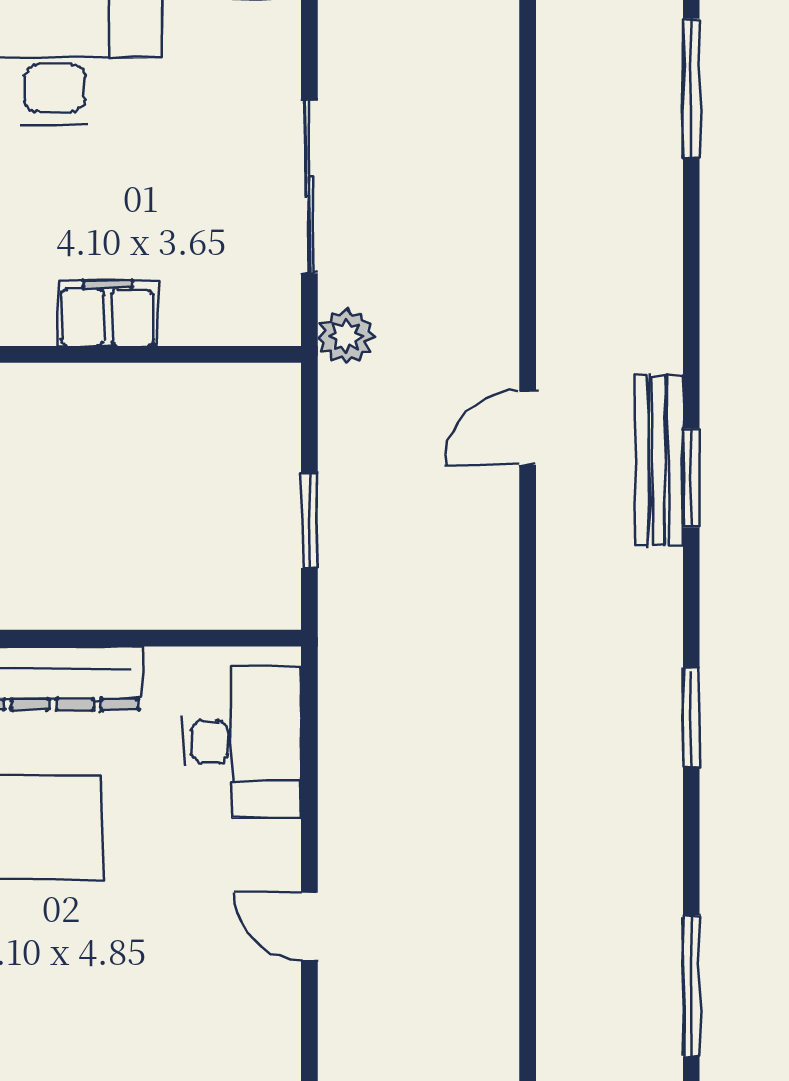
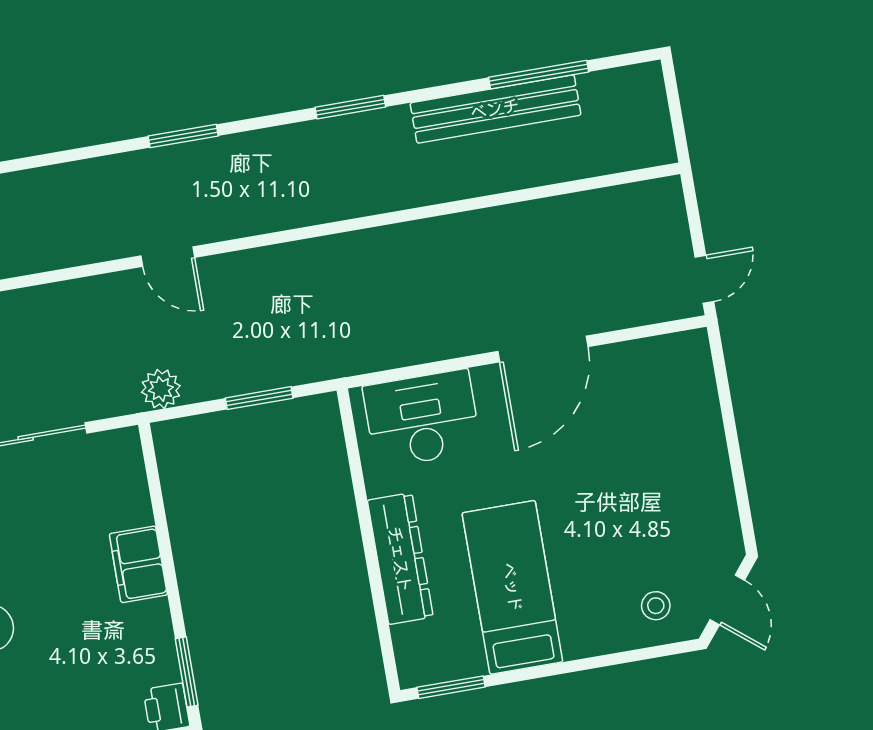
plant: (346, 336) -> (161, 389), moved
bench: (659, 460) -> (495, 109), moved, width x1.37, depth x1.21
door: (309, 926) -> (543, 349), width x1.88

